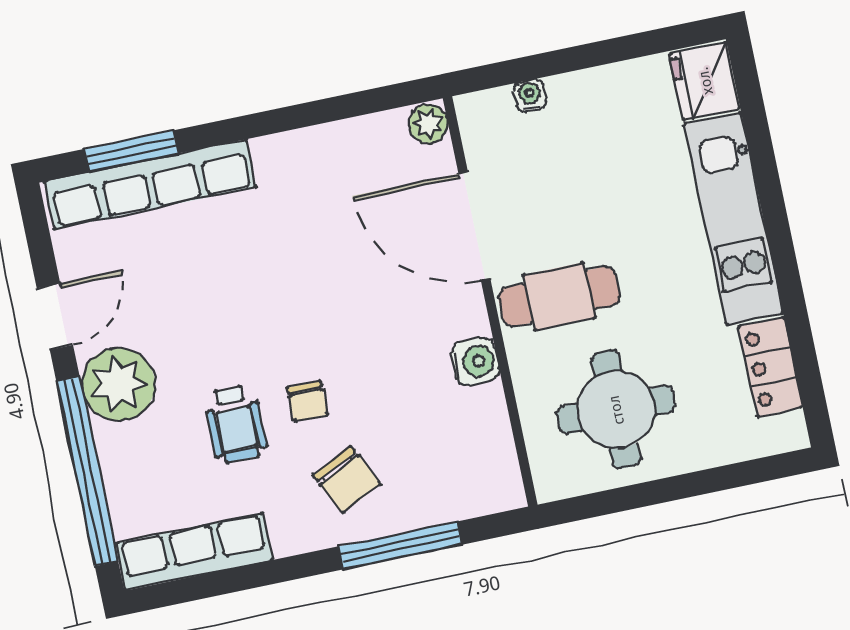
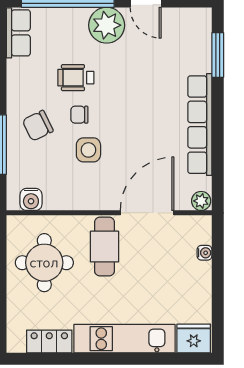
row of seats: (150, 184) -> (200, 125), moved
water cooler: (475, 362) -> (31, 199), moved
side table: (374, 369) -> (88, 150), added
row of seats: (194, 552) -> (18, 33), width x0.68

